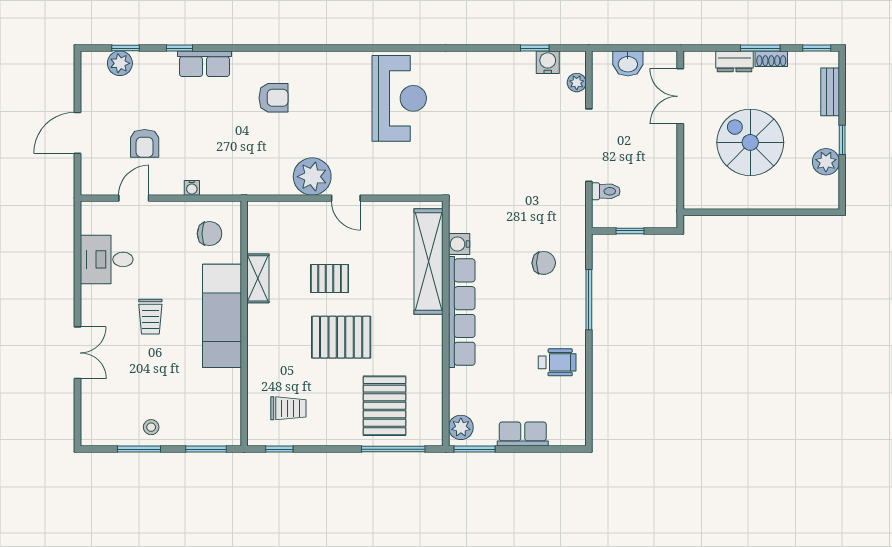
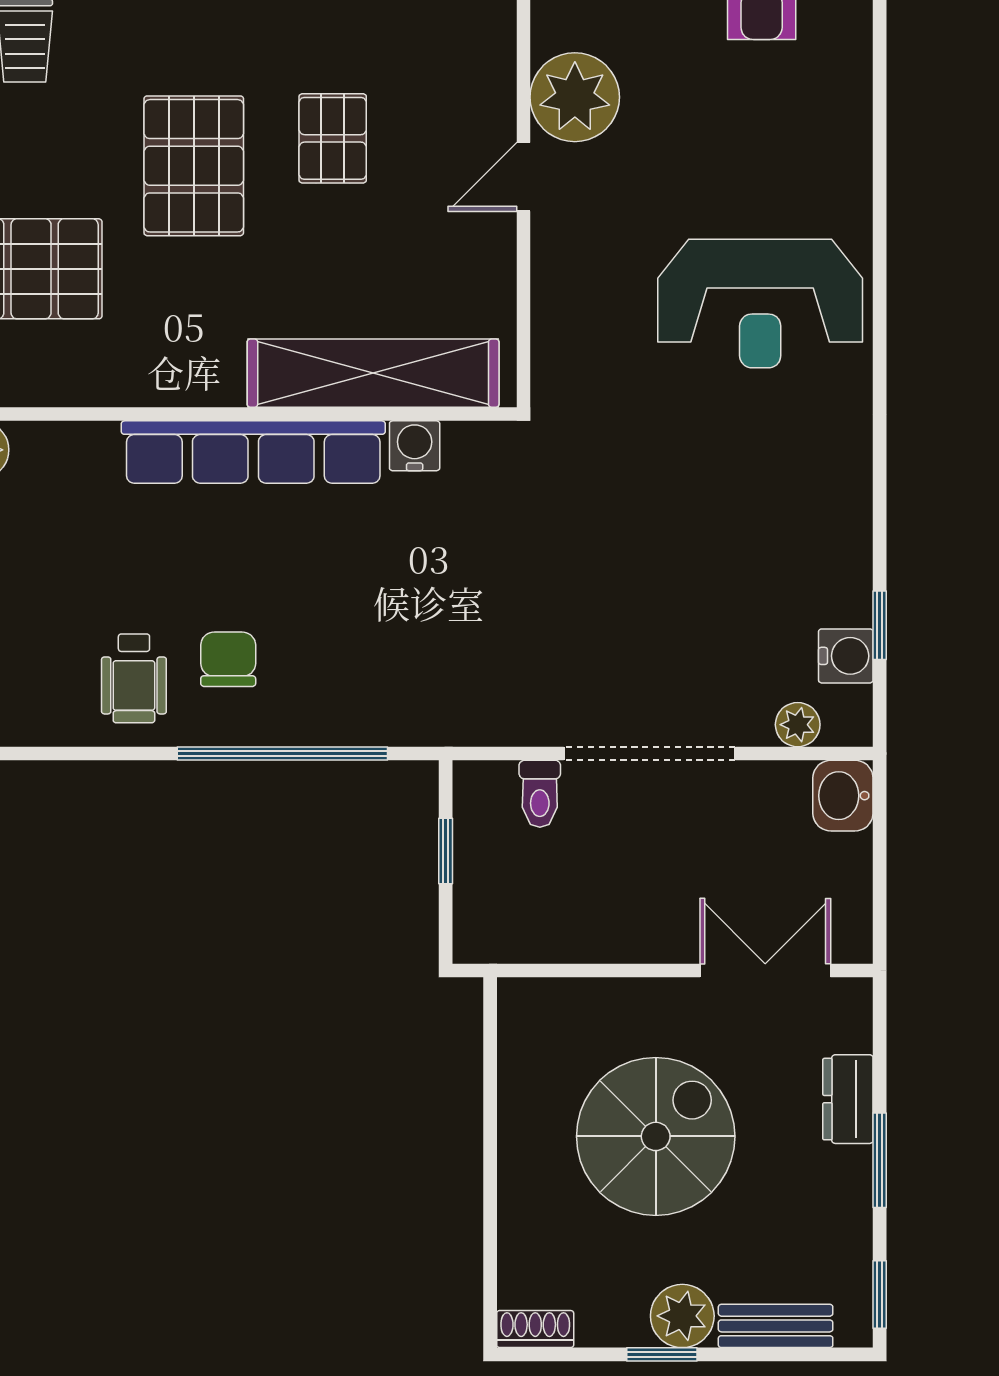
shoe rack: (771, 59) -> (535, 1329), moved, turned 90
washbasin: (628, 63) -> (843, 796), moved
plant: (826, 162) -> (682, 1316), moved
chair: (544, 263) -> (228, 659), moved, turned 180
window: (589, 300) -> (282, 753), width x1.46

